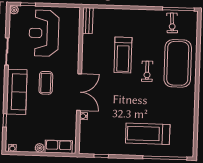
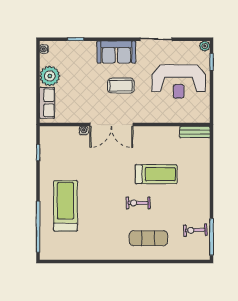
reception desk: (44, 33) -> (179, 82), turned 180
treadmill: (123, 55) -> (156, 174), turned 180
exercise mat: (178, 63) -> (148, 238), width x0.50, depth x0.69
sofa: (17, 92) -> (116, 52), width x0.73
plant: (40, 148) -> (50, 76), width x1.87, depth x1.87

